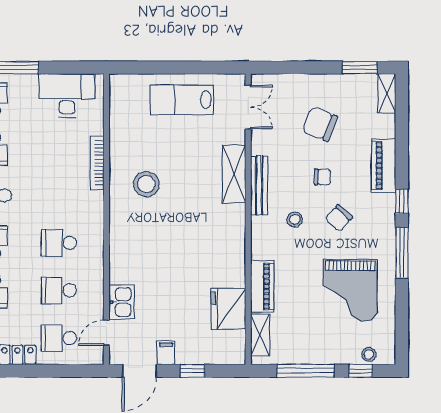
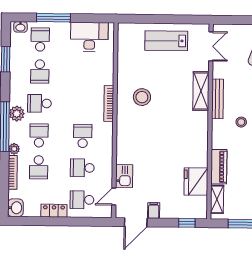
bookcase: (97, 163) -> (109, 104), moved
school desk: (59, 243) -> (83, 136), turned 90
window: (192, 371) -> (187, 223), moved

